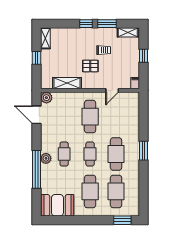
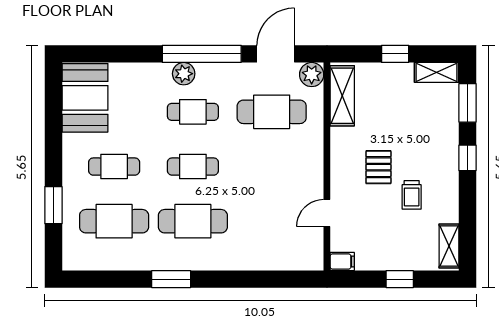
window: (107, 24) -> (467, 103), moved
shelving: (67, 83) -> (342, 96), moved
door: (112, 90) -> (327, 213), hinge flipped
cafe table: (90, 117) -> (272, 112), moved
window: (144, 151) -> (171, 279), moved
window: (37, 169) -> (202, 54), moved
cafe table: (90, 191) -> (114, 167), width x0.73, depth x0.74
window: (122, 220) -> (53, 205), moved

